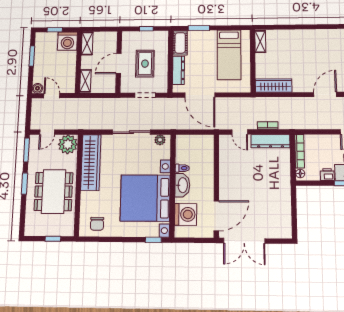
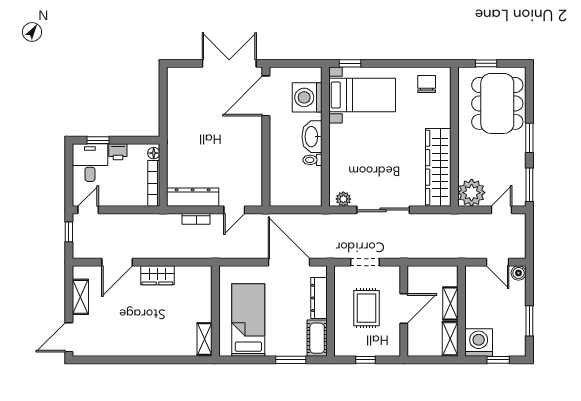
shelving: (85, 81) -> (450, 303), moved
wardrobe: (274, 85) -> (157, 275), moved, width x0.67
door: (240, 132) -> (234, 210), swing flipped
dining table: (54, 192) -> (497, 103), moved
bed with nightstands: (145, 198) -> (362, 95), width x0.54

